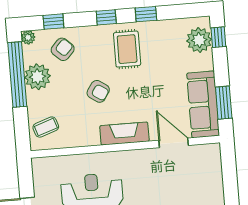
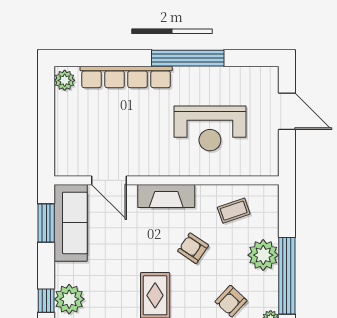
plant: (37, 77) -> (263, 255), moved
coffee table: (46, 127) -> (234, 211), moved

